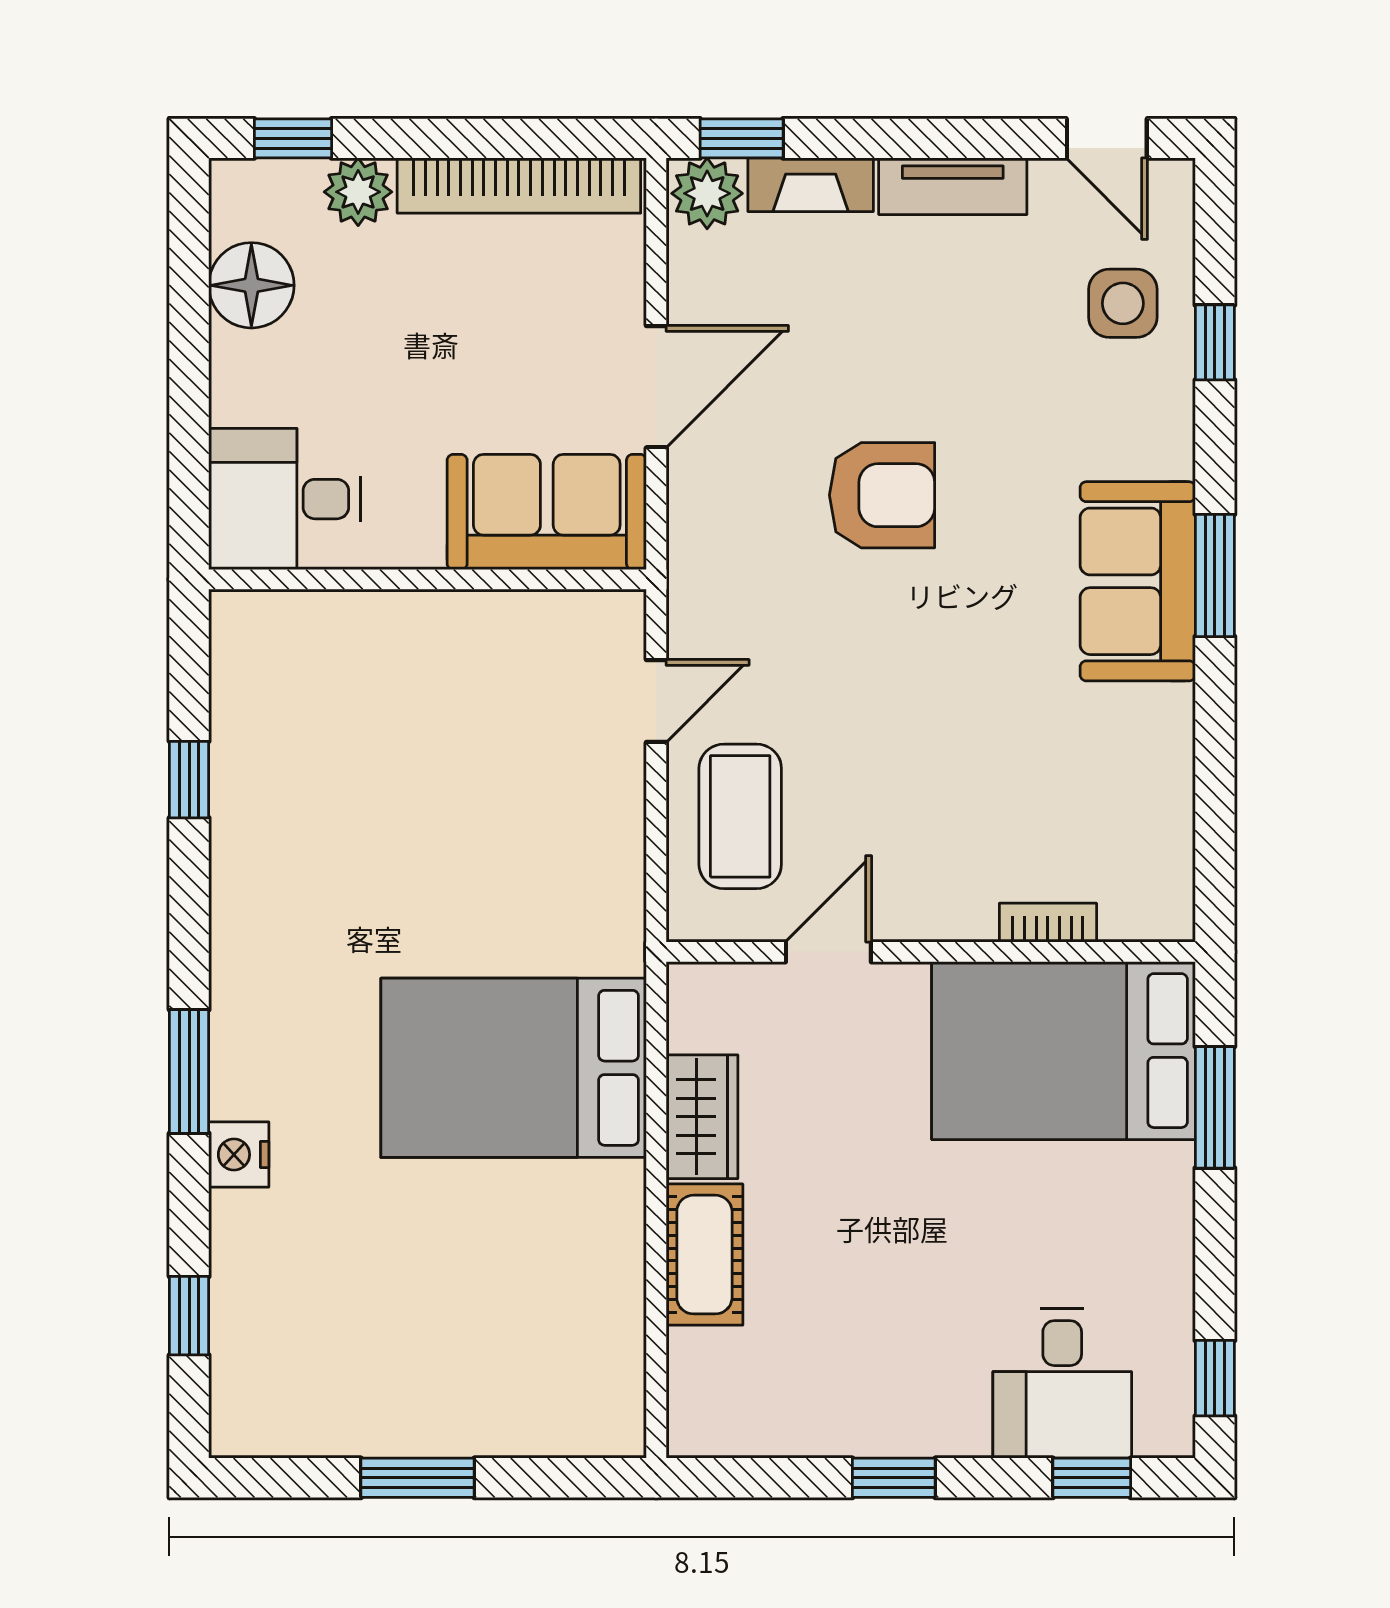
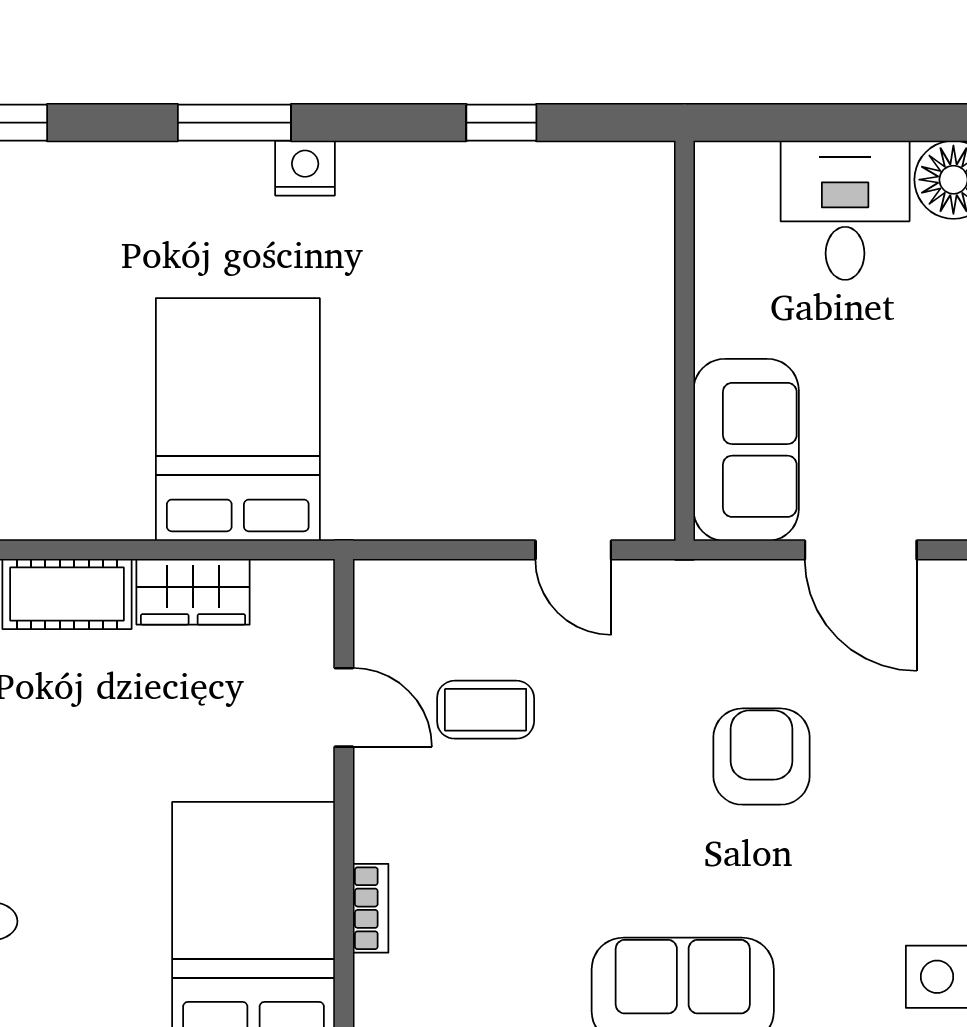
armchair: (882, 495) -> (761, 757), turned 180
desk: (285, 499) -> (845, 210), moved
coffee table: (740, 816) -> (486, 710), moved, width x0.73, depth x0.77
nightstand: (239, 1155) -> (305, 168), moved

